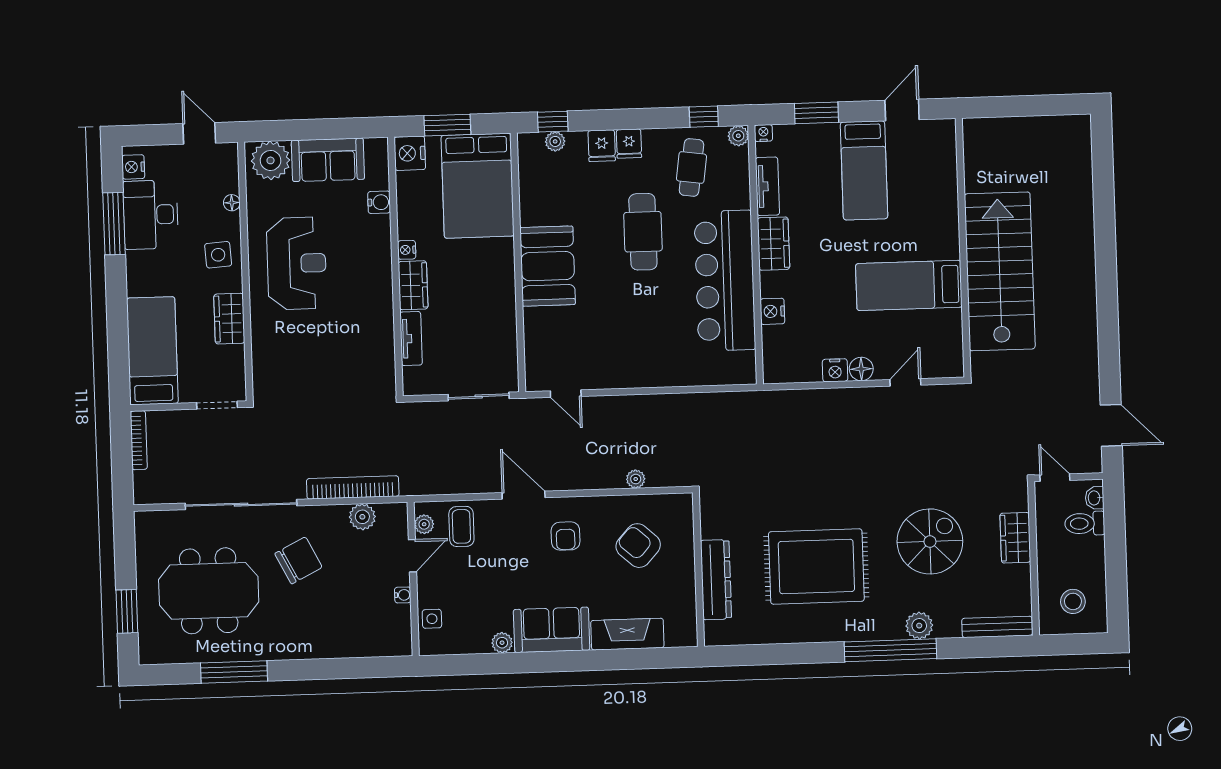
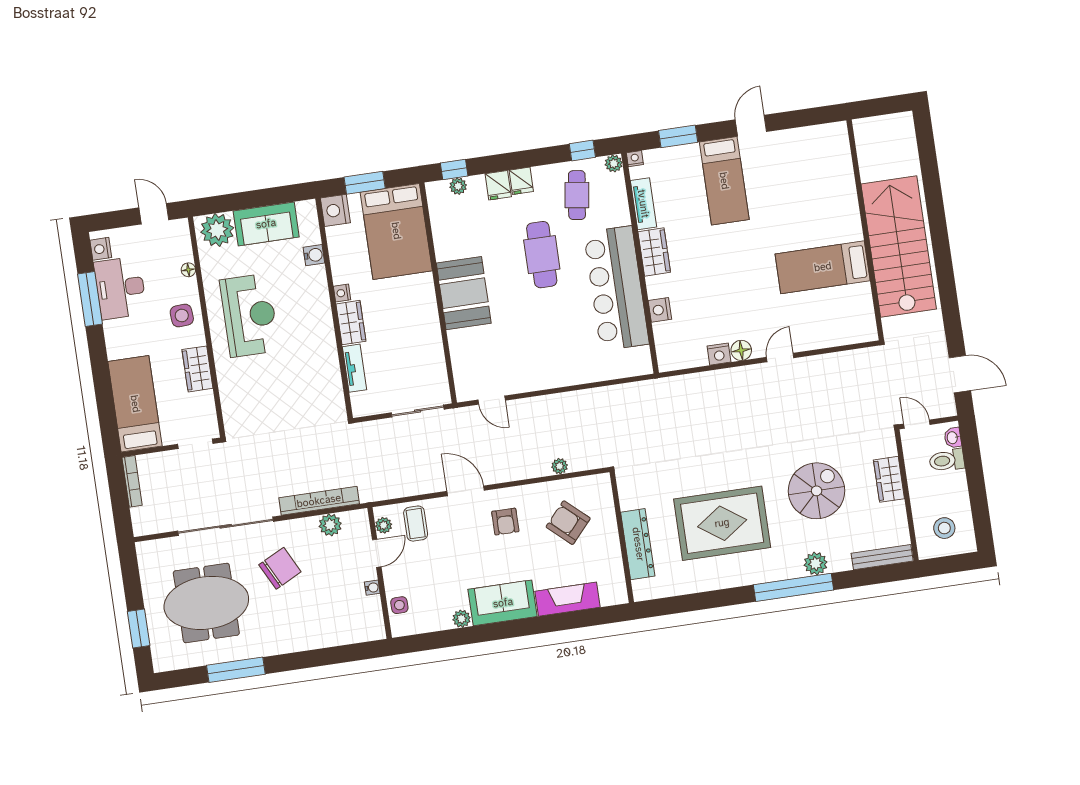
wall: (963, 248) -> (865, 230), moved
stairs: (1000, 271) -> (899, 247), moved
bed: (909, 285) -> (823, 267), moved

